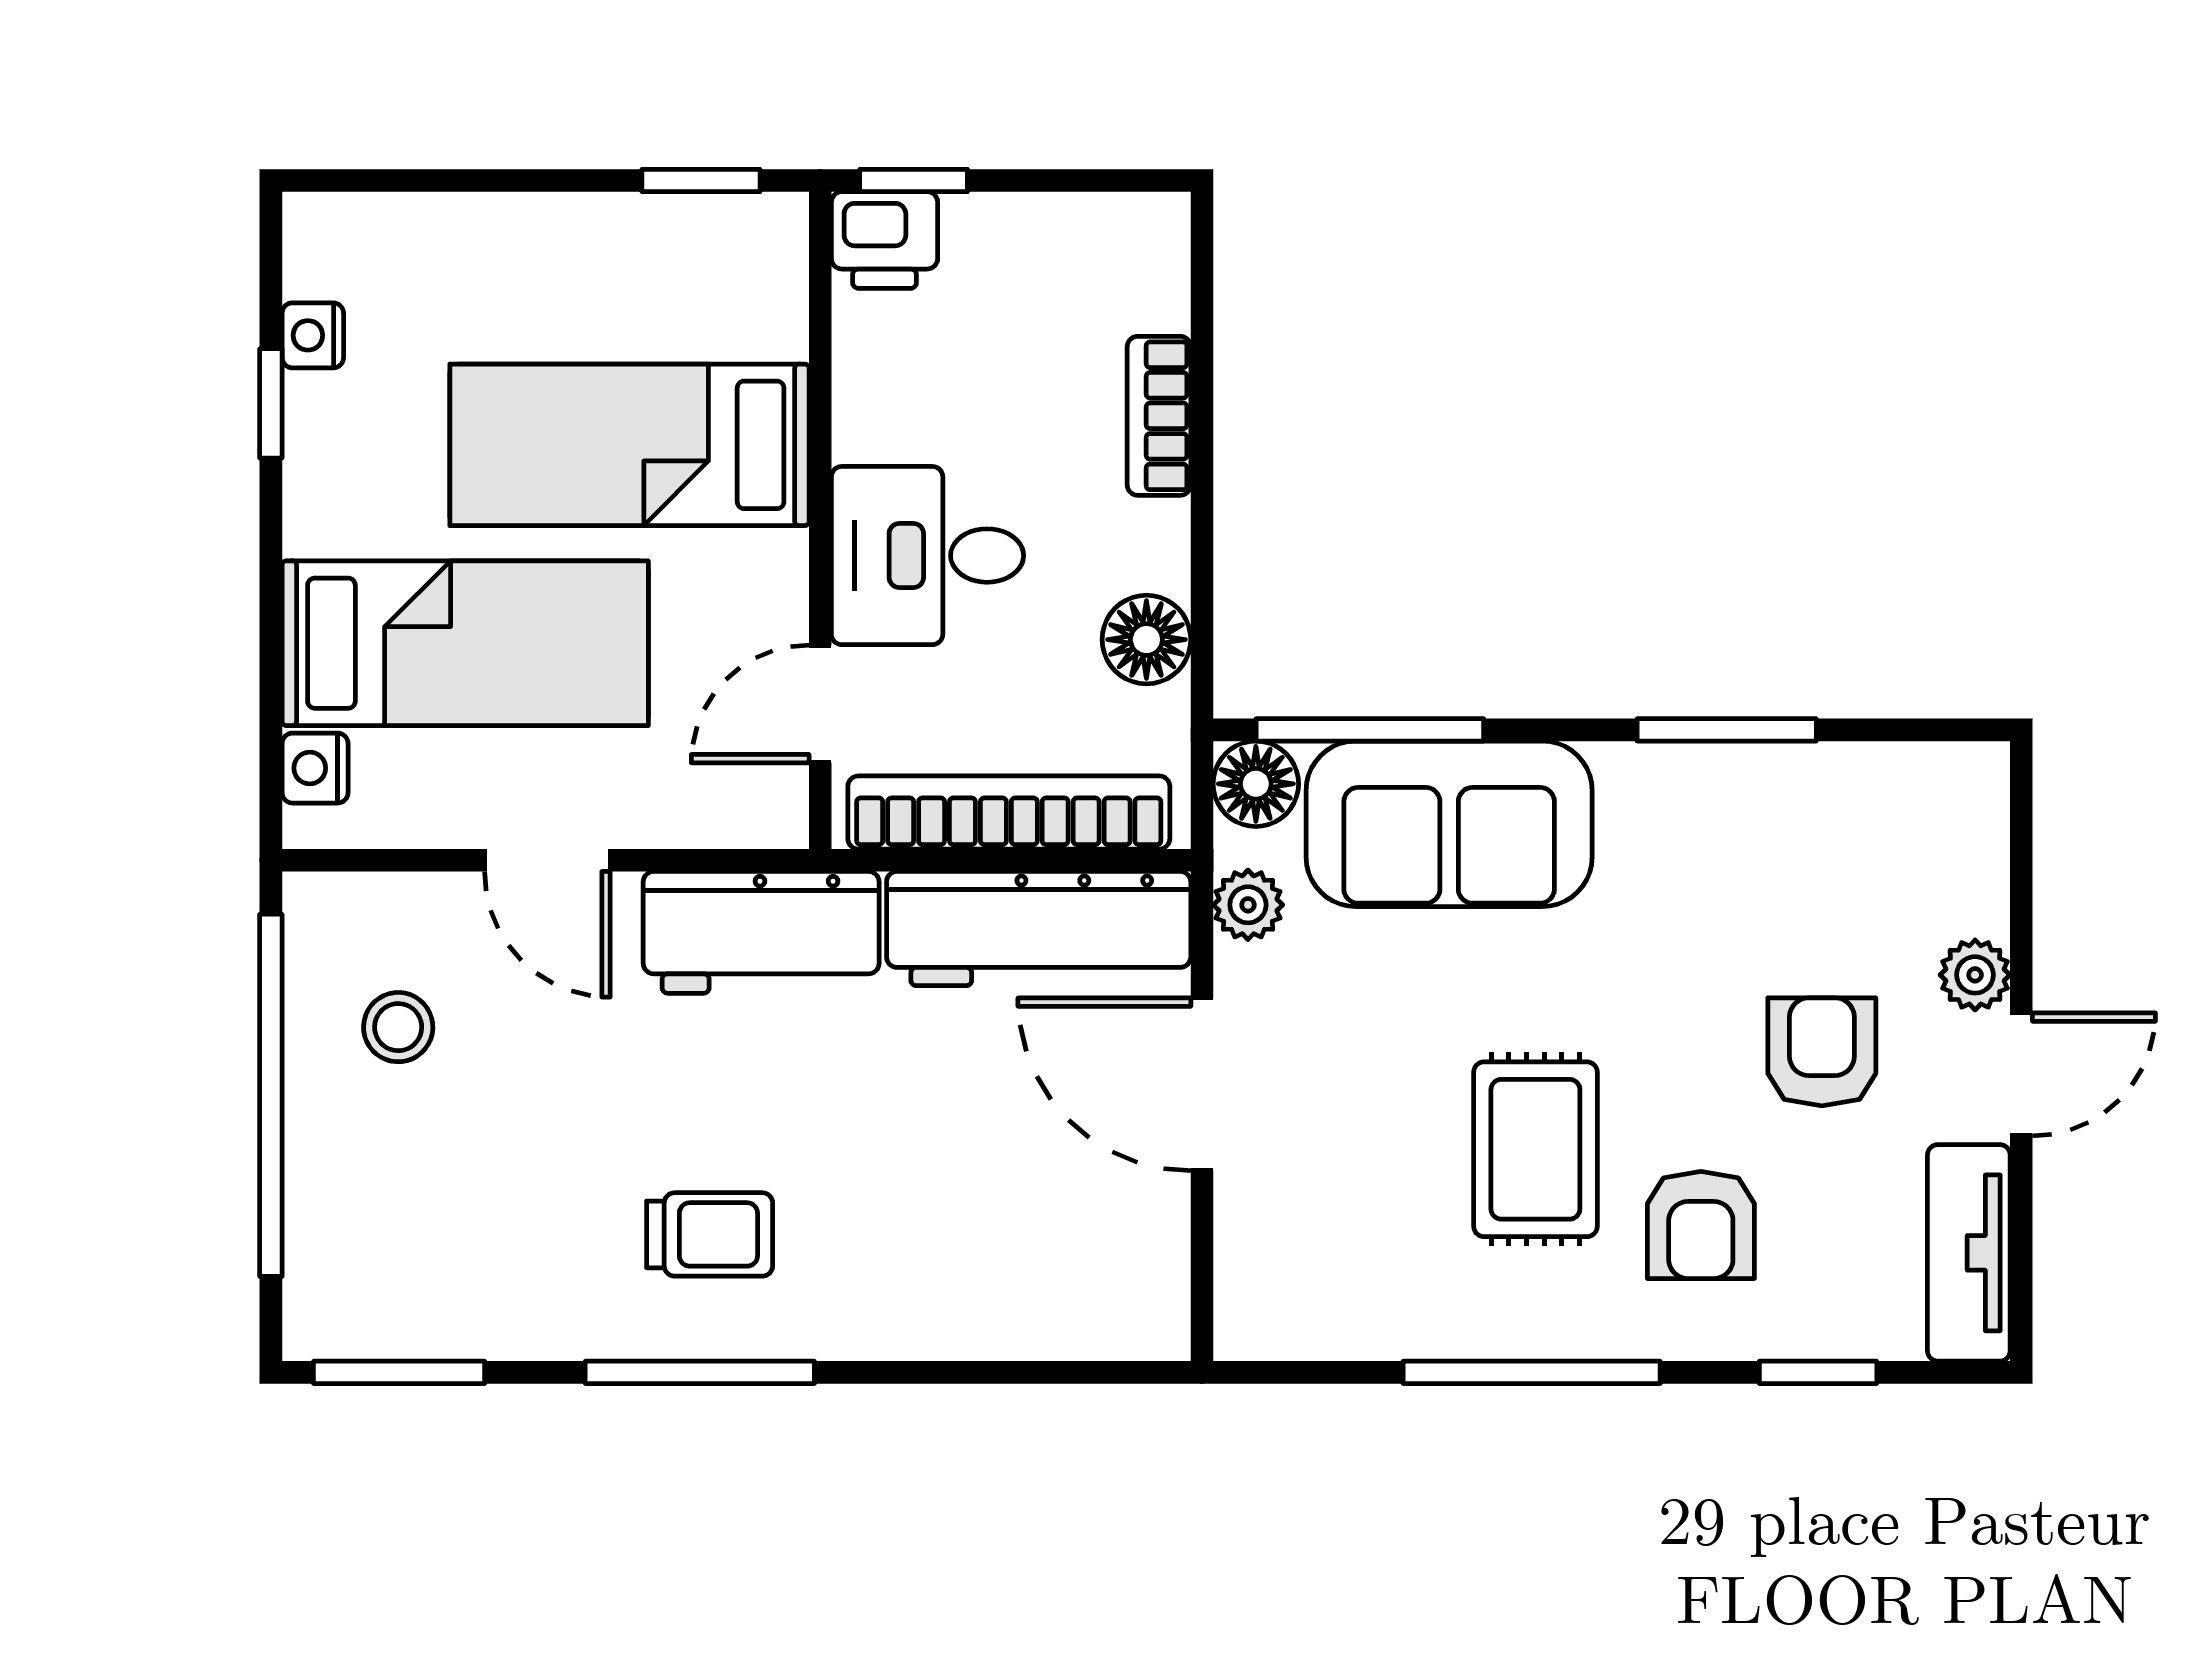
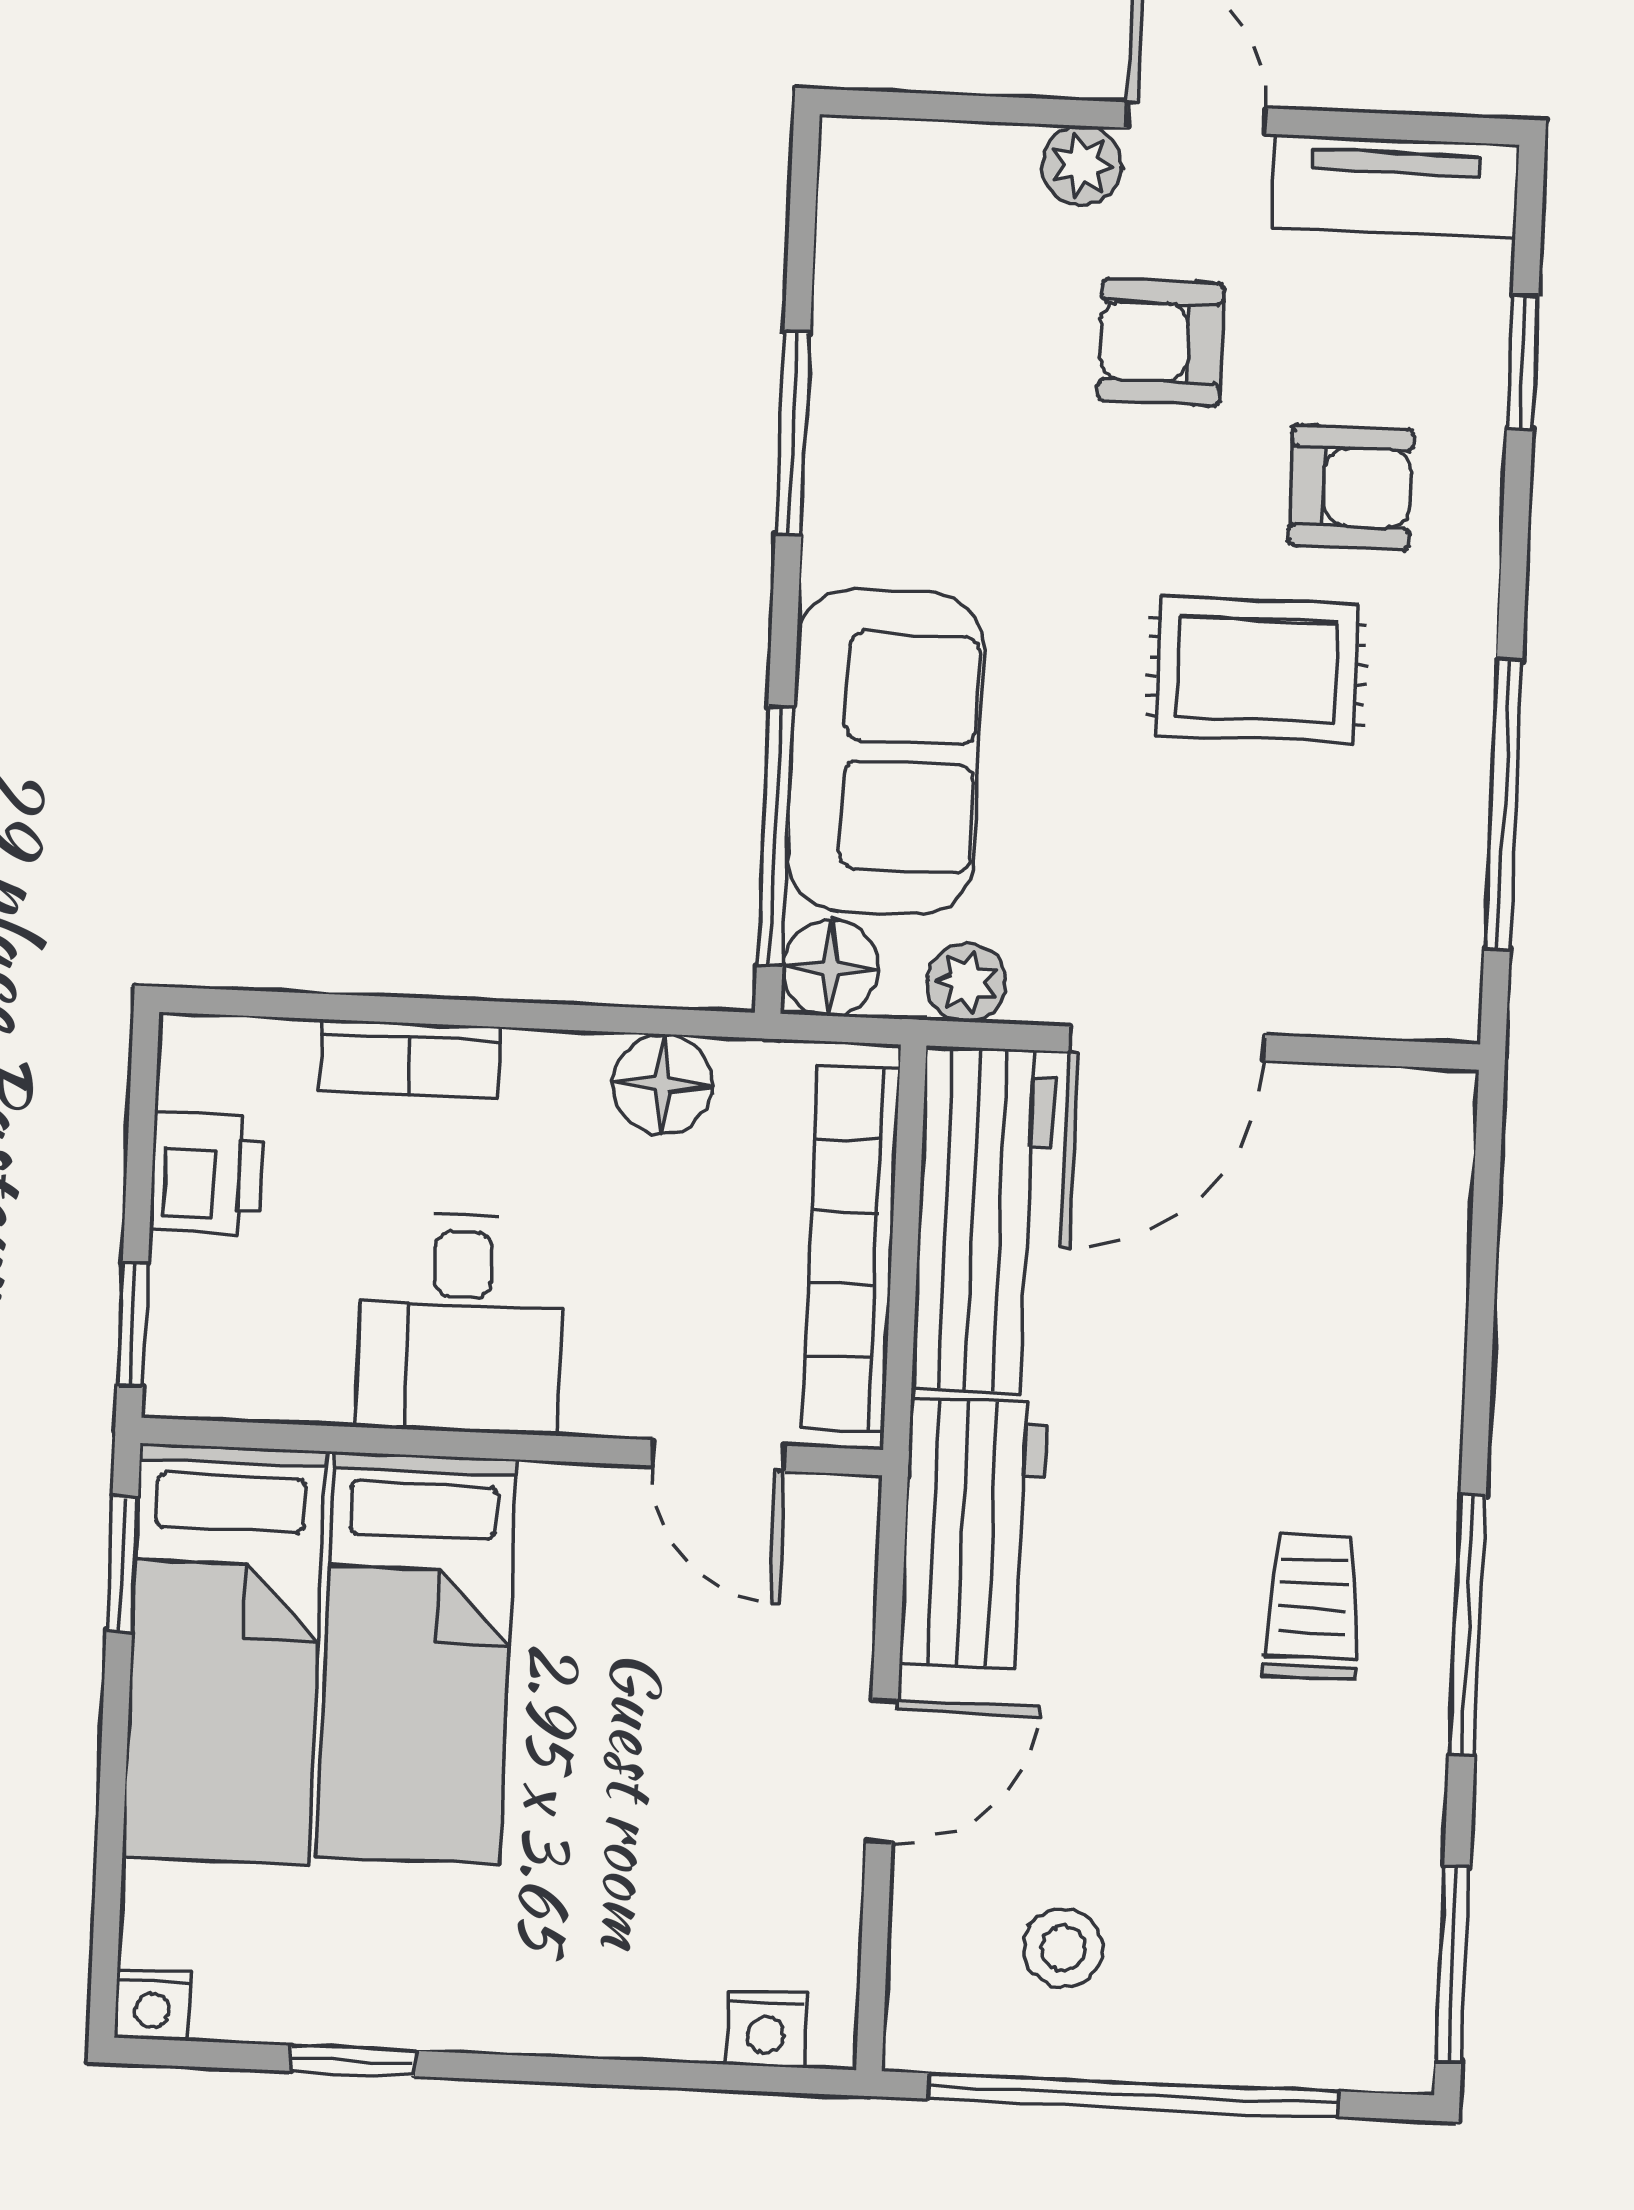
printer: (885, 240) -> (207, 1173), moved
nightstand: (313, 335) -> (152, 2005), moved
desk: (927, 556) -> (460, 1323), moved
bed: (465, 643) -> (224, 1654), moved, turned 180
window: (1532, 1372) -> (1503, 804), moved

